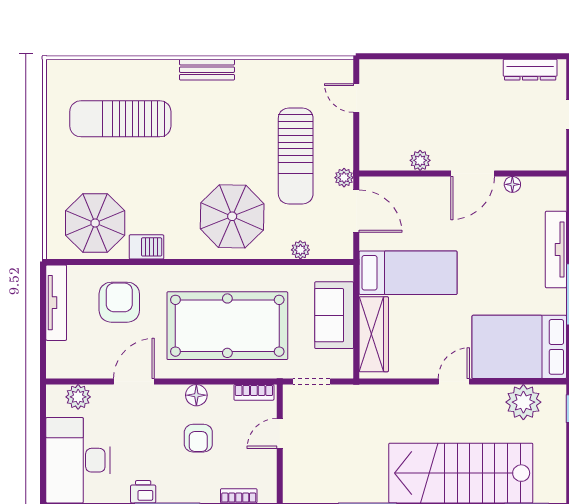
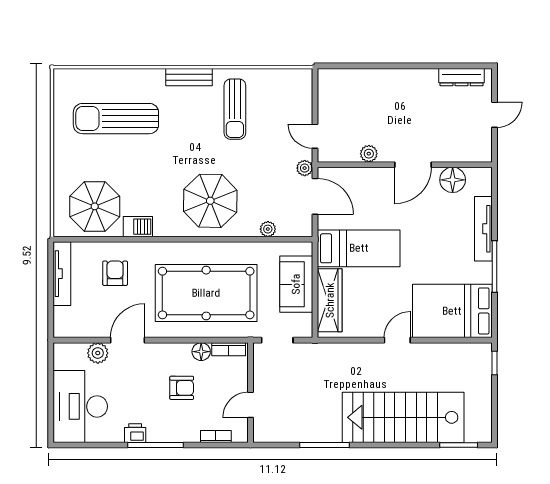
door: (356, 98) -> (315, 136), moved
sun lounger: (296, 156) -> (235, 109), moved, width x0.73, depth x0.75
floor lamp: (512, 184) -> (453, 180), width x1.89, depth x1.89
armchair: (119, 302) -> (115, 273), width x0.72, depth x0.72
floor lamp: (196, 395) -> (201, 352), moved
plant: (78, 397) -> (98, 353), moved
plant: (523, 402) -> (456, 358), removed
door: (280, 433) -> (250, 405), moved
armchair: (198, 438) -> (182, 388), turned -90

